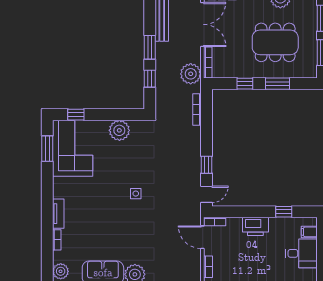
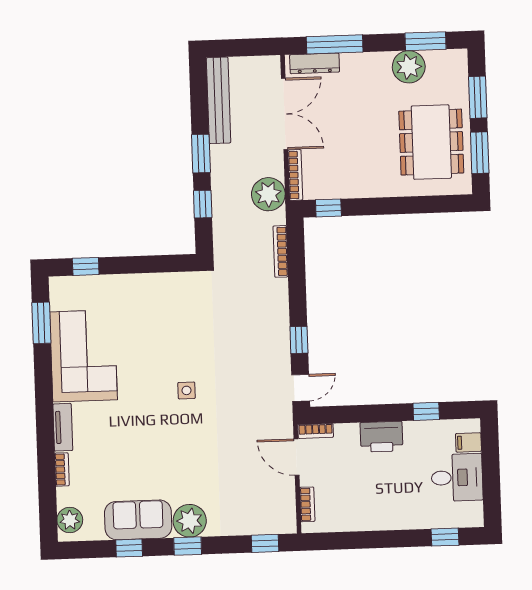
dining table: (275, 42) -> (431, 142), moved, turned 90
window: (245, 84) -> (328, 208), moved
window: (278, 84) -> (409, 205), removed
plant: (119, 130) -> (156, 289), removed
corner sofa: (73, 148) -> (83, 356), moved

